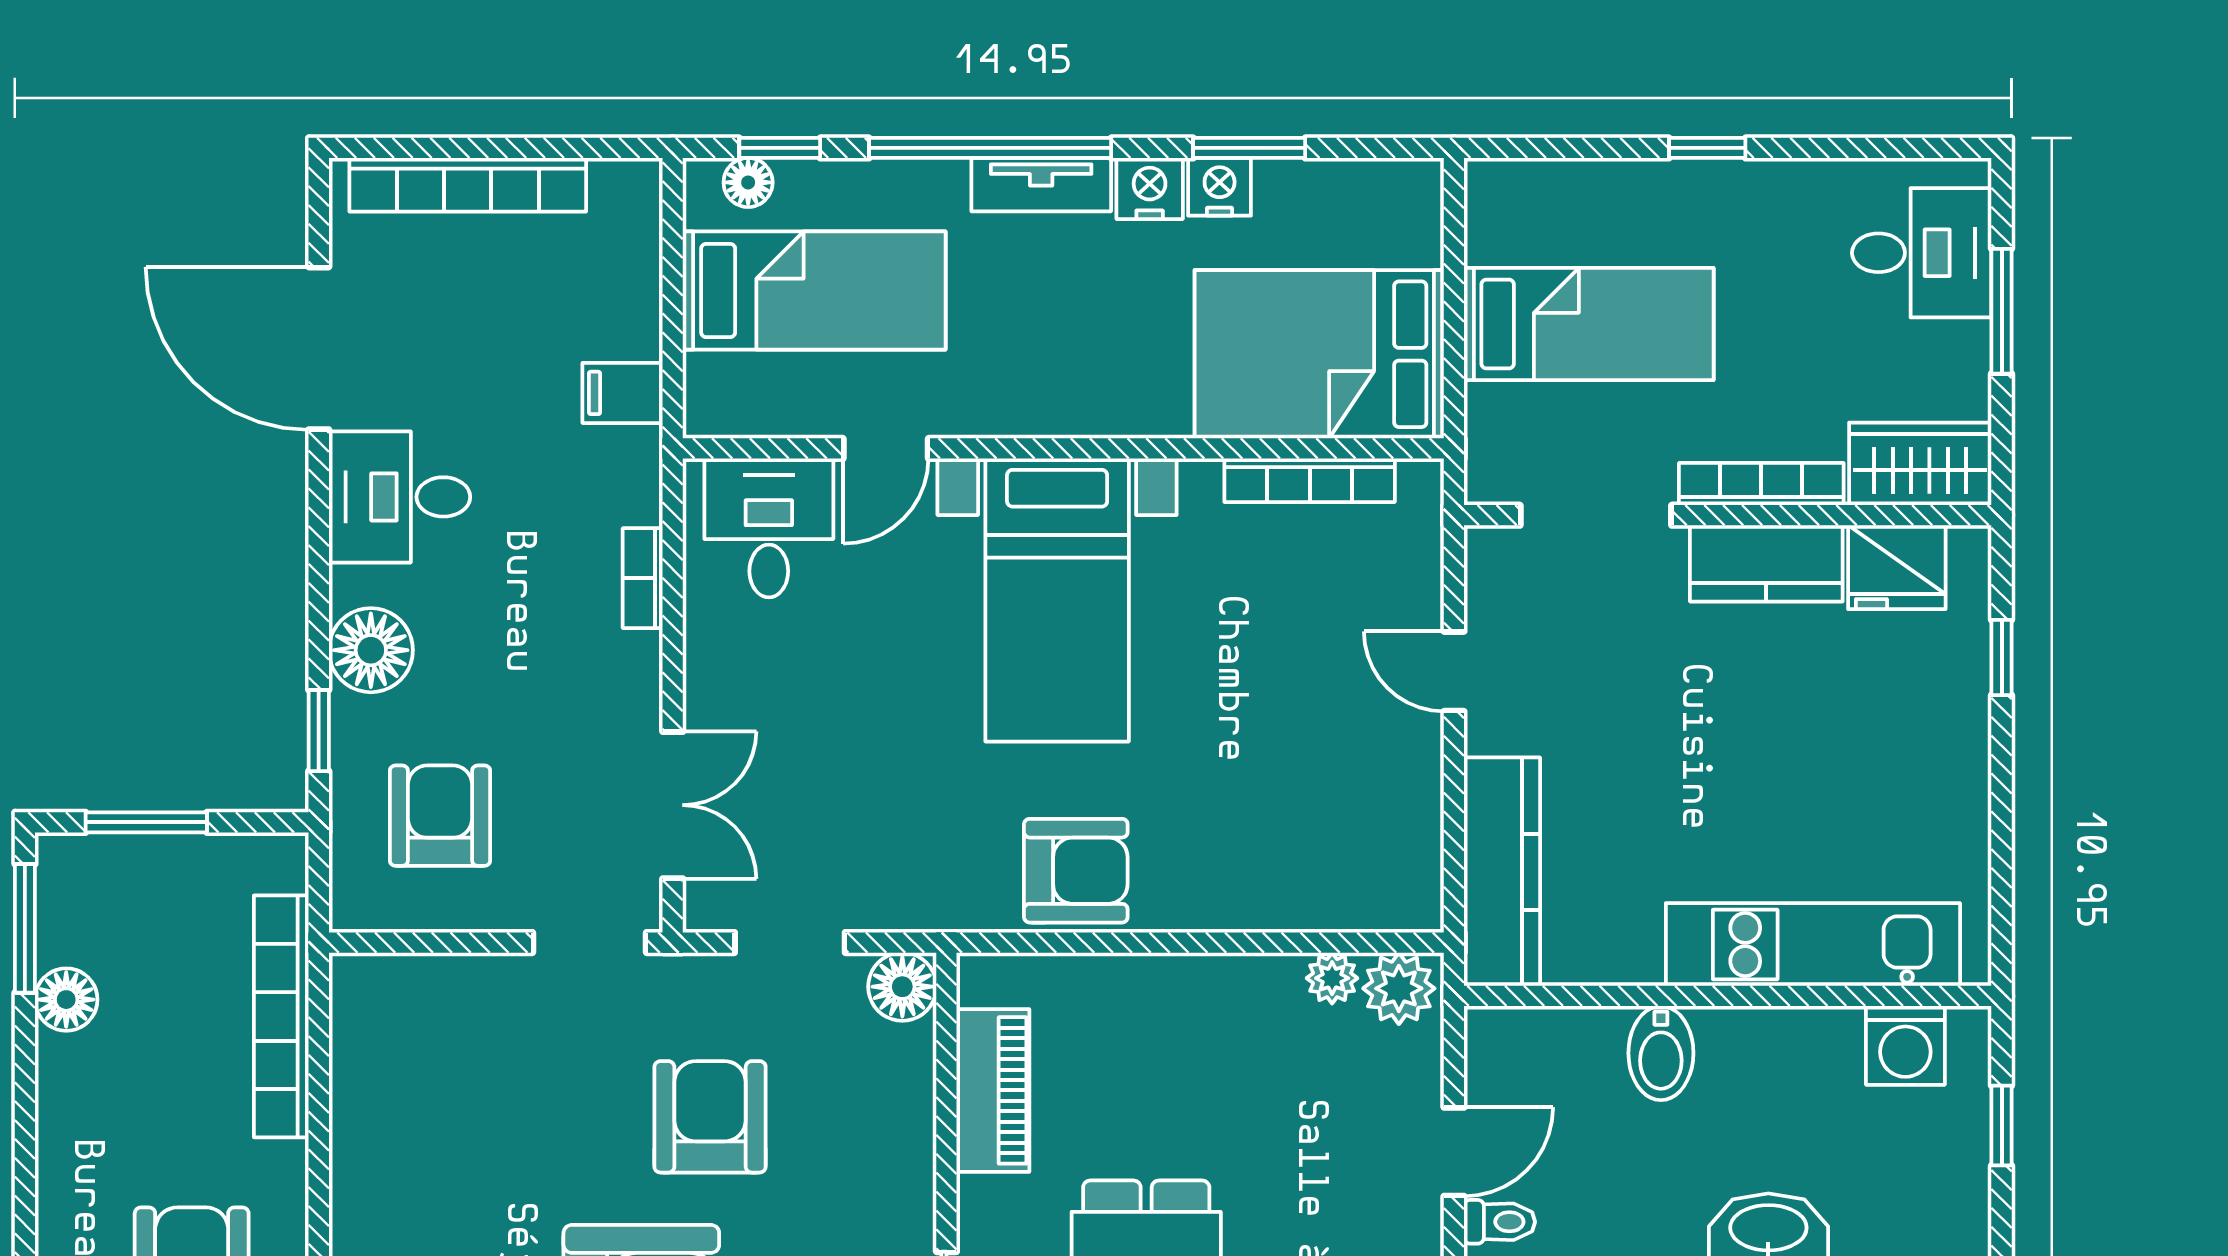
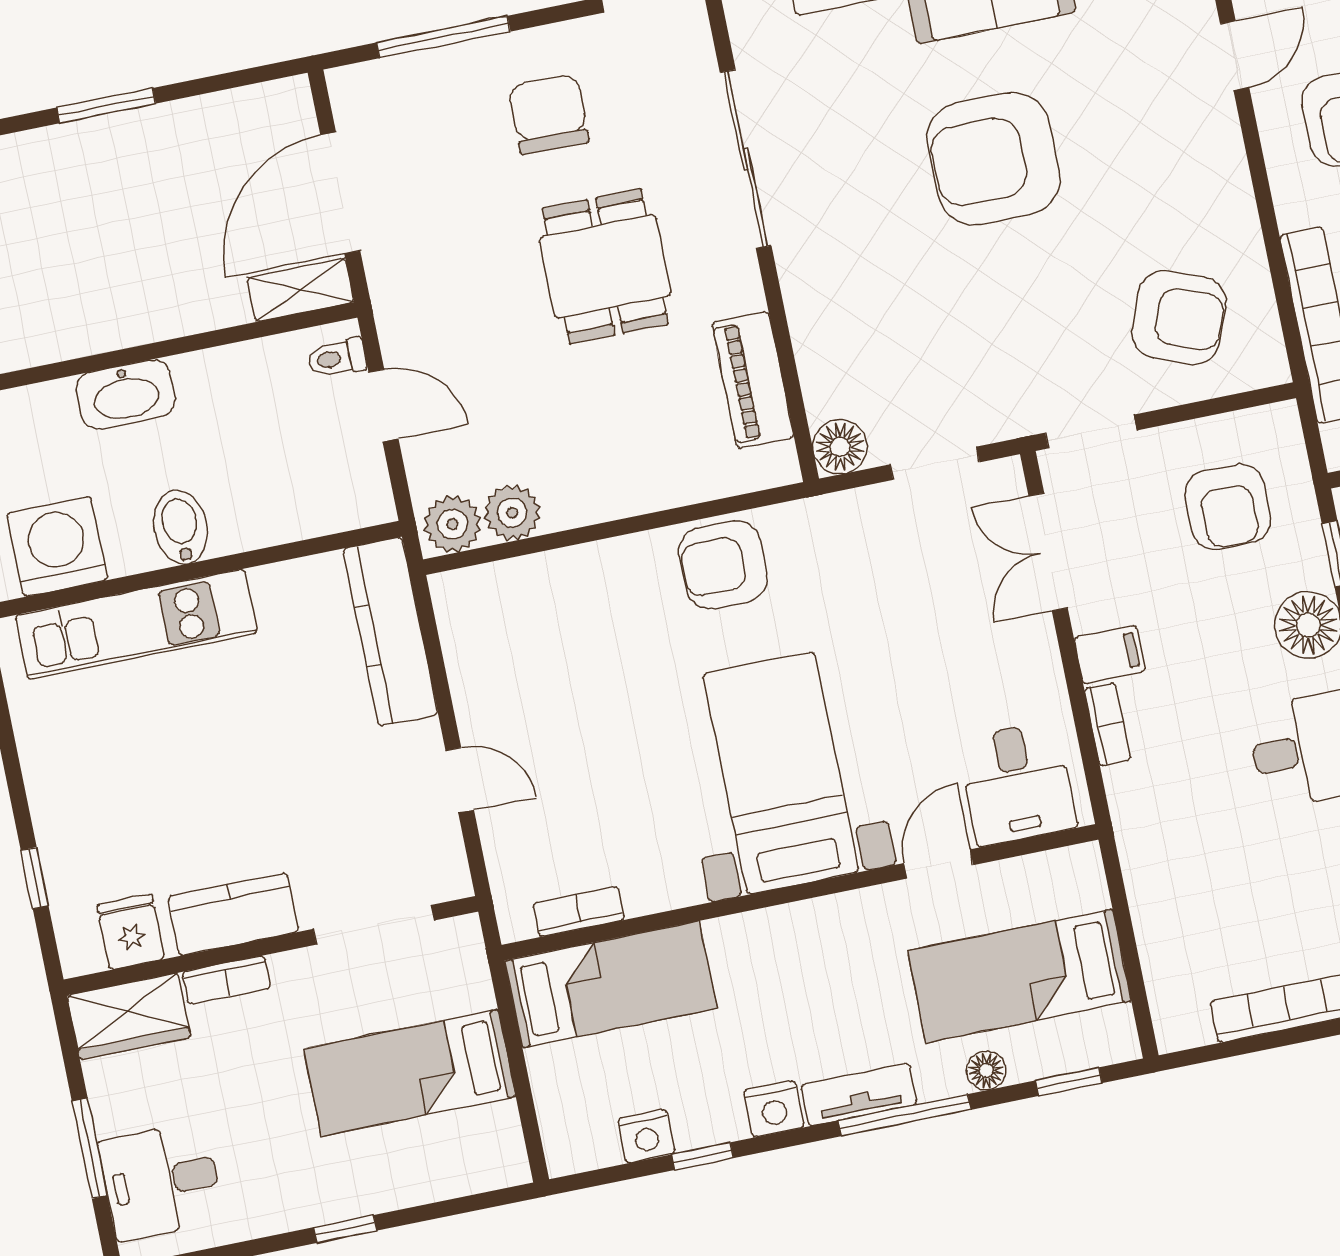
window: (990, 148) -> (905, 1115), width x0.68
window: (1249, 148) -> (703, 1156), width x0.67
floor lamp: (748, 182) -> (986, 1070), moved
nightstand: (1220, 187) -> (646, 1136), moved
bed: (1319, 354) -> (611, 984), width x0.67
filing cabinet: (623, 393) -> (1110, 655), moved
bookcase: (1310, 480) -> (579, 911), width x0.64
bookcase: (1761, 484) -> (227, 980), width x0.64
fridge: (1897, 567) -> (131, 932), width x0.72
plant: (1332, 978) -> (512, 513), width x1.38, depth x1.38
washing machine: (1905, 1045) -> (57, 546), width x1.37, depth x1.37
bidet: (1661, 1053) -> (180, 527), moved
armchair: (710, 1117) -> (1179, 318), moved, turned -69
door: (1454, 1152) -> (383, 406), swing flipped

